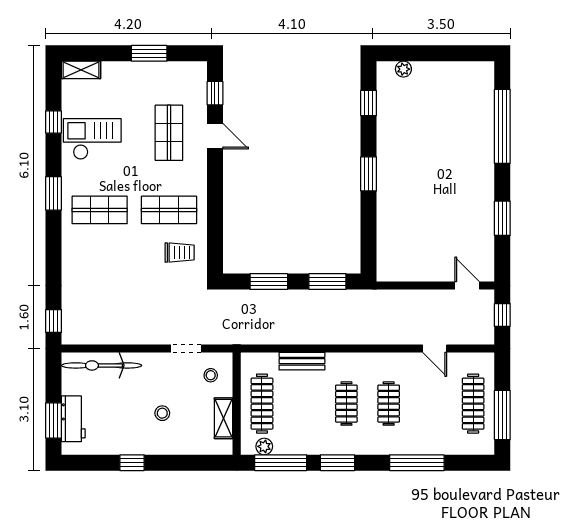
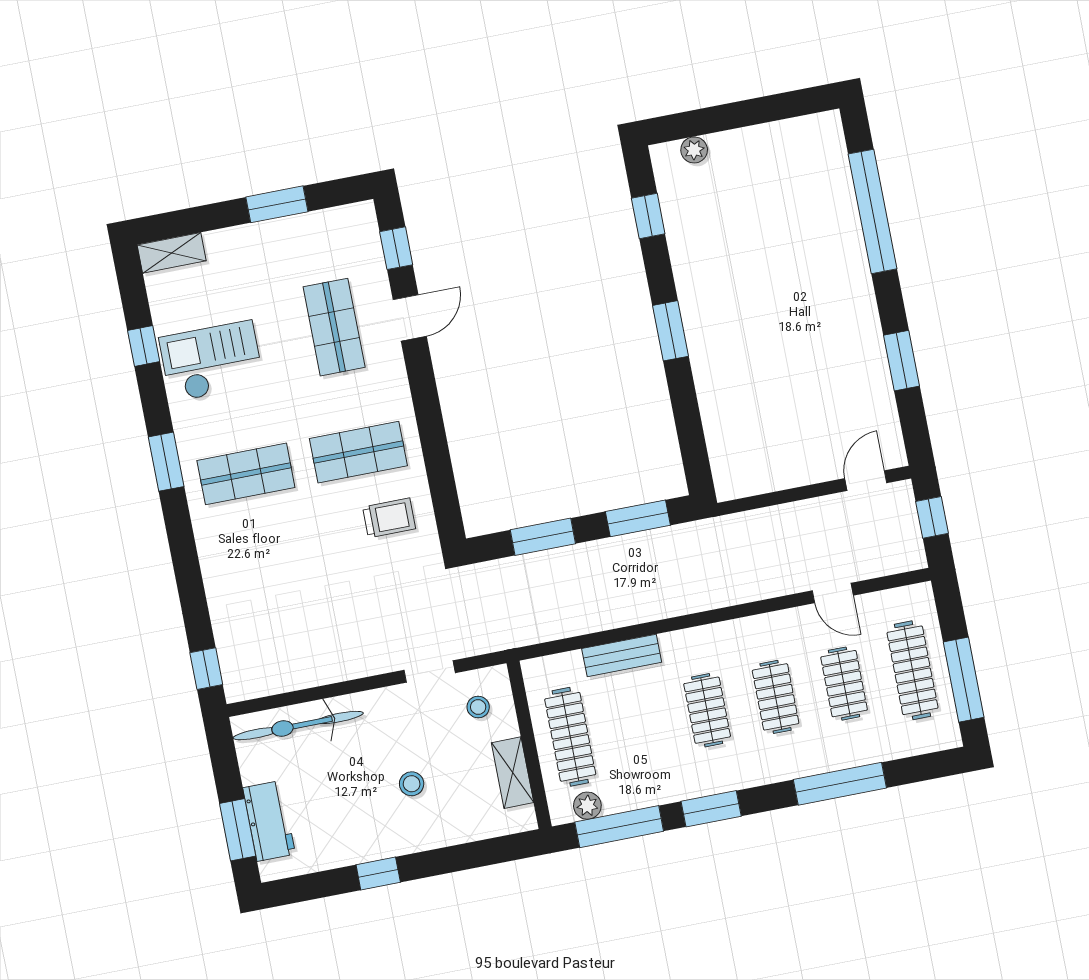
door: (215, 136) -> (410, 318), hinge flipped
door: (467, 285) -> (866, 481), hinge flipped
clothes rail: (431, 404) -> (844, 684), added

